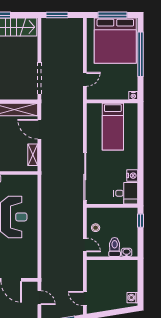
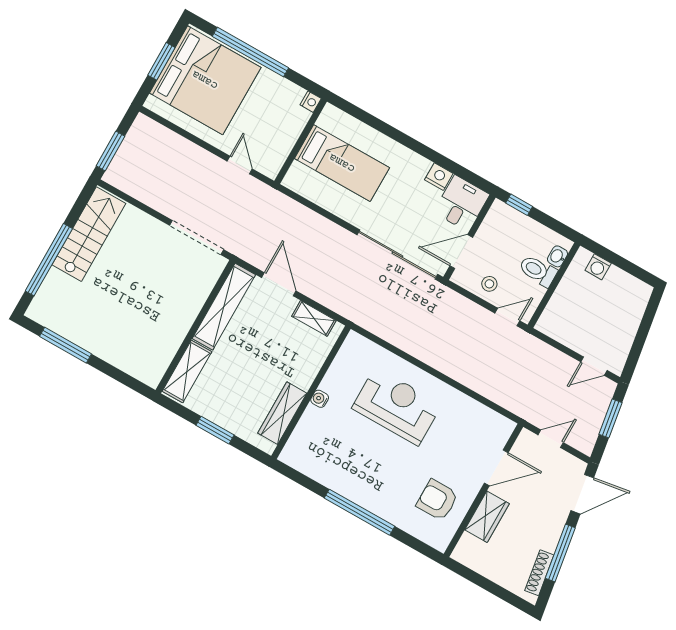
window: (112, 15) -> (161, 61), width x0.69
door: (39, 129) -> (279, 284), swing flipped
door: (103, 206) -> (461, 252), added
washing machine: (132, 298) -> (598, 267), moved

